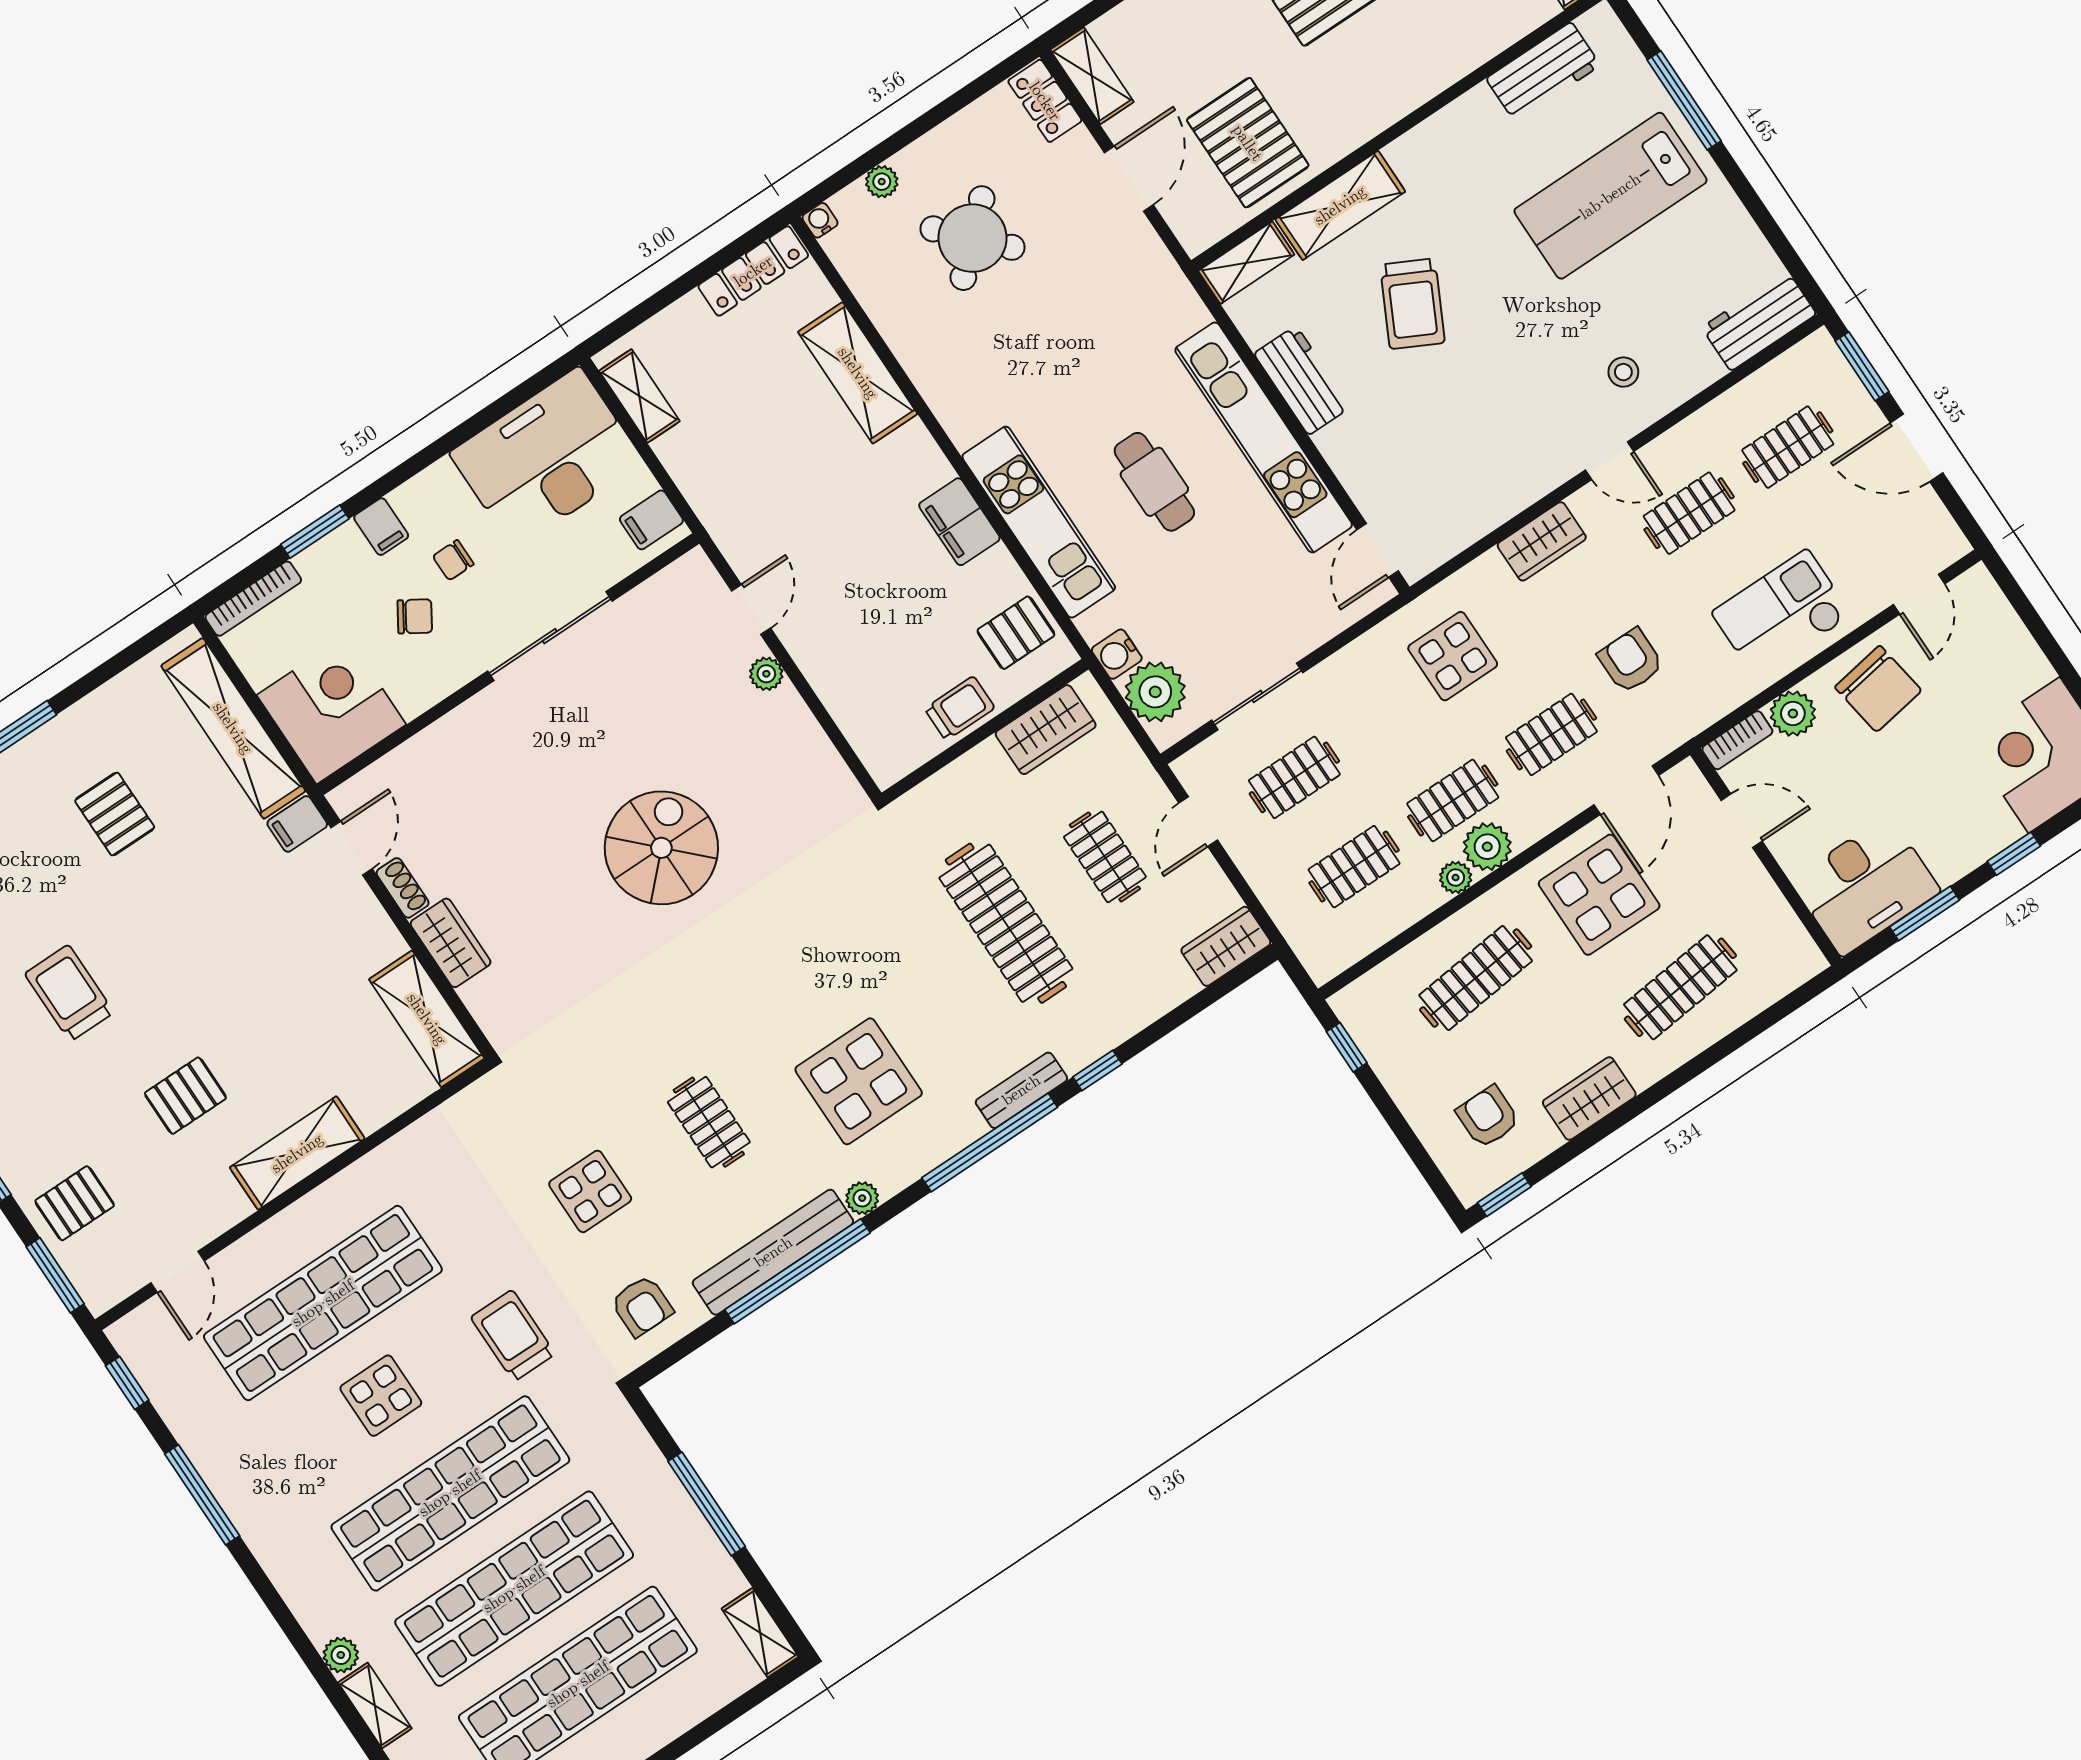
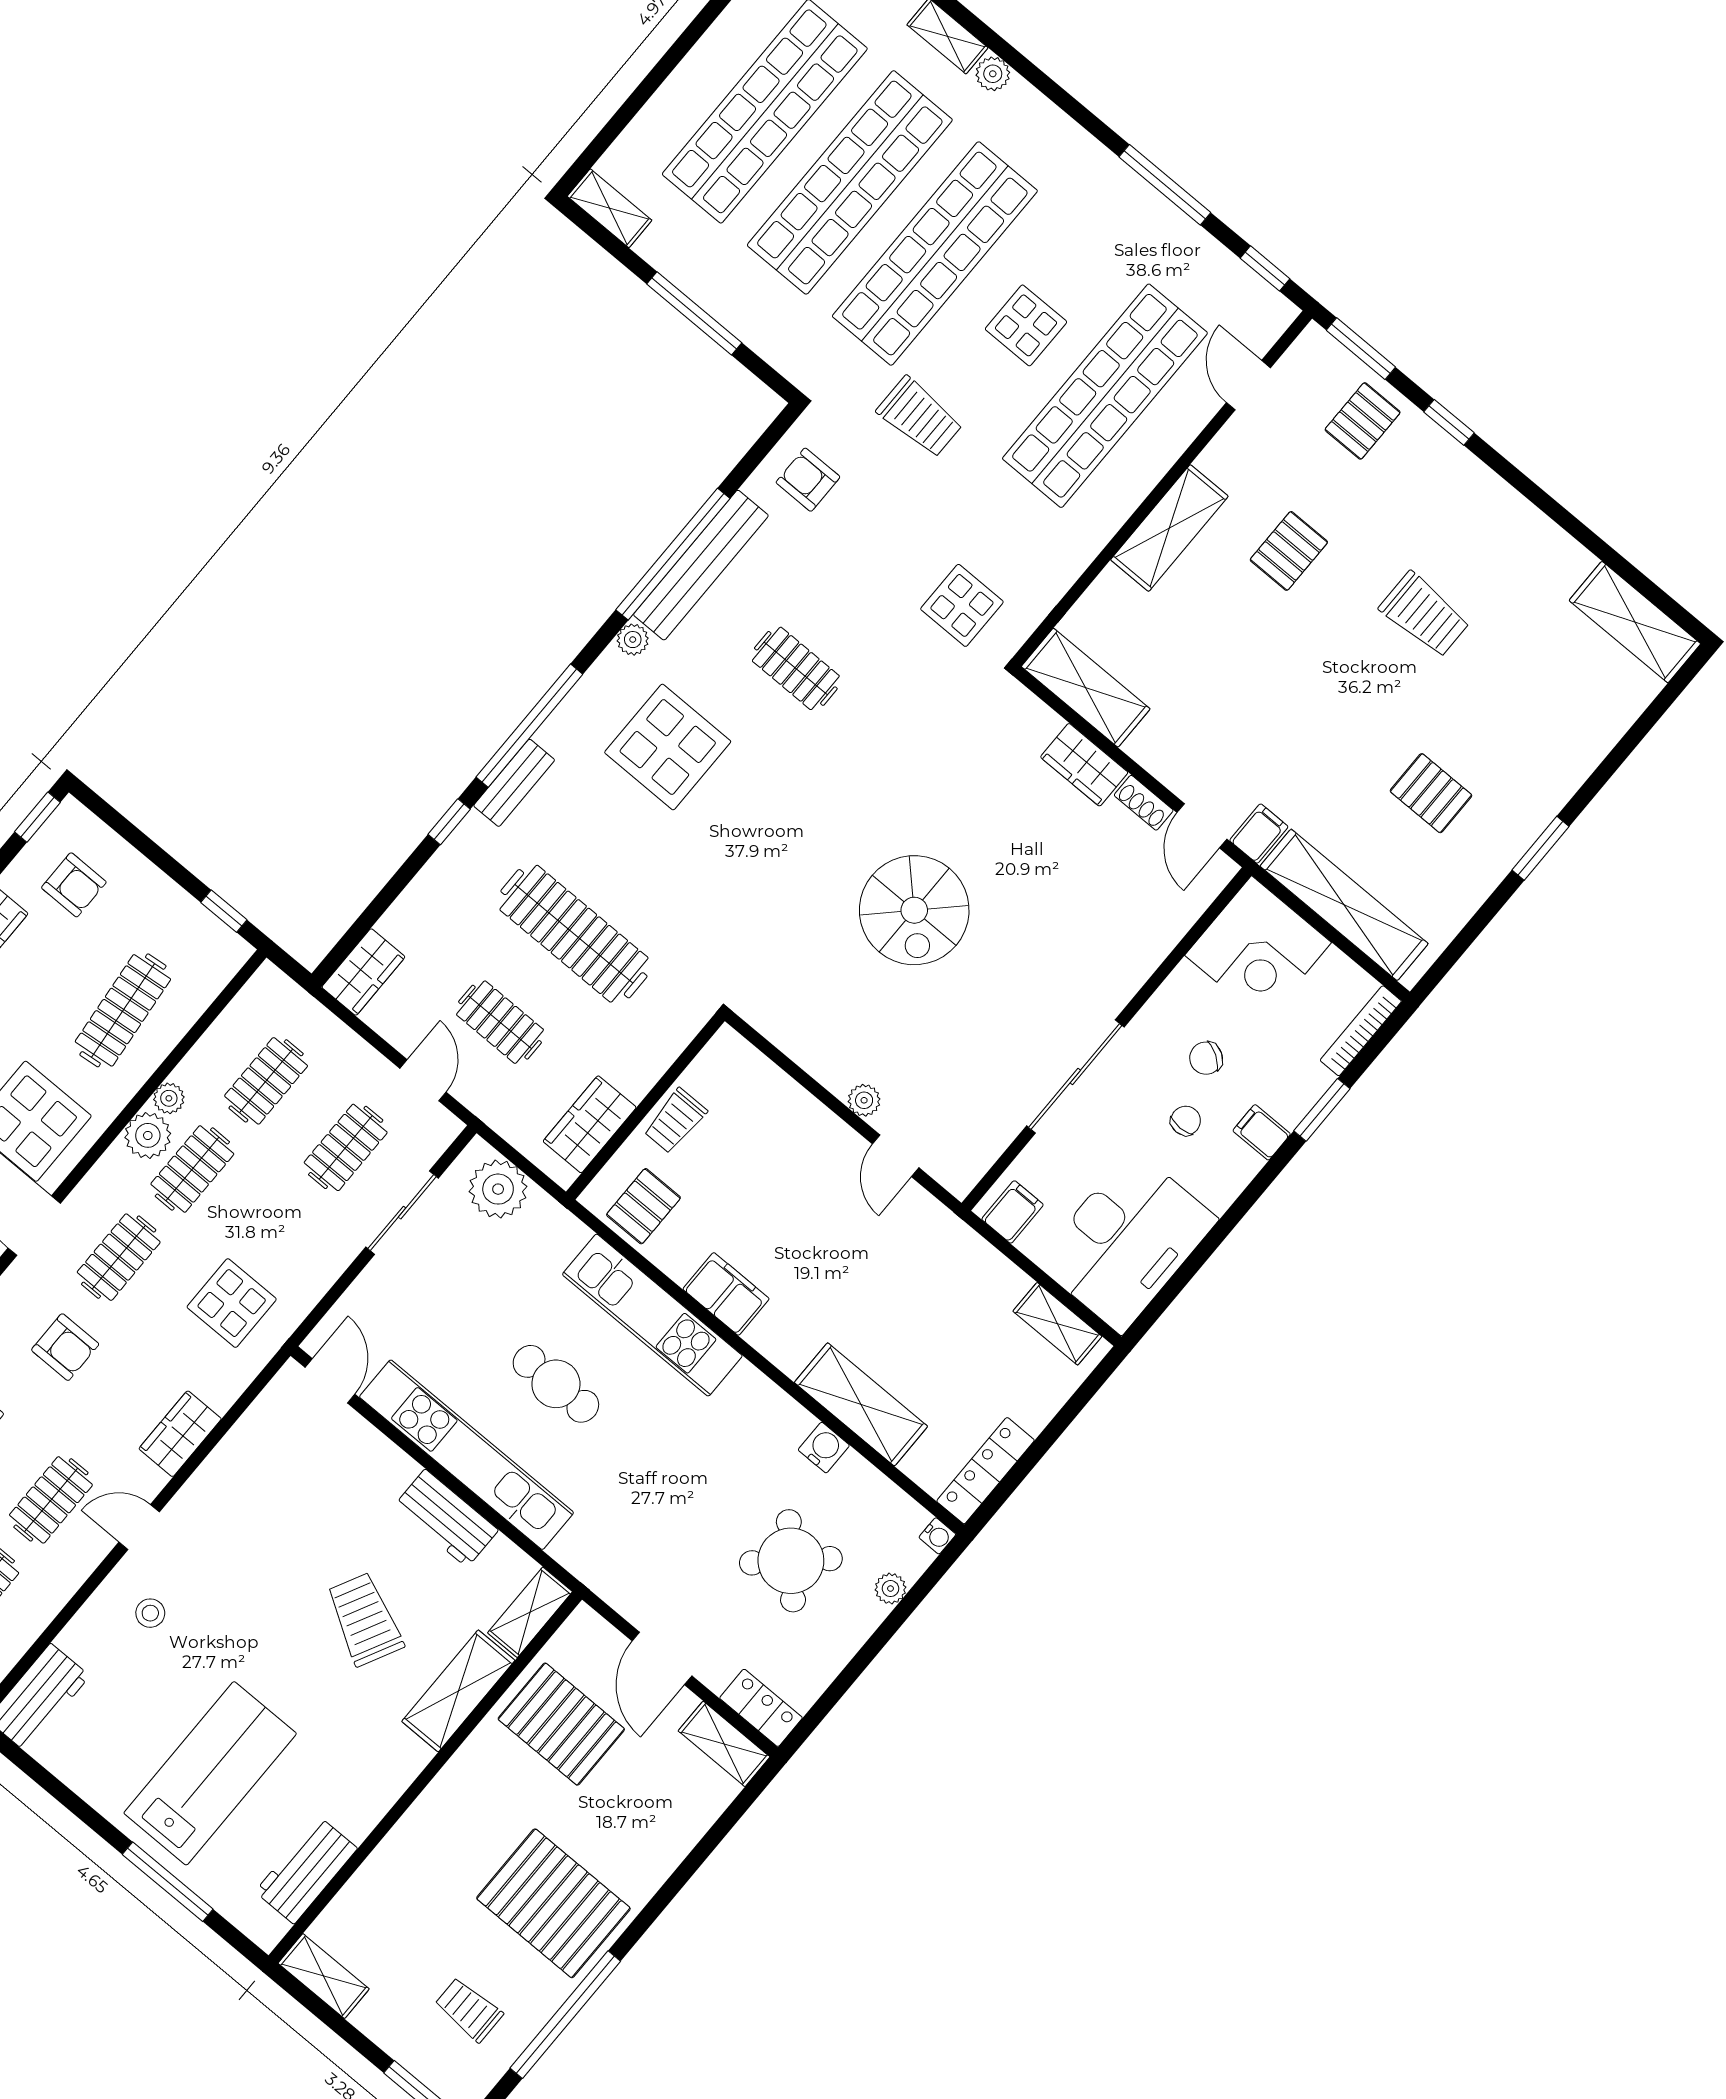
water cooler: (1117, 654) -> (824, 1448), moved
display table: (590, 1191) -> (962, 605), moved

